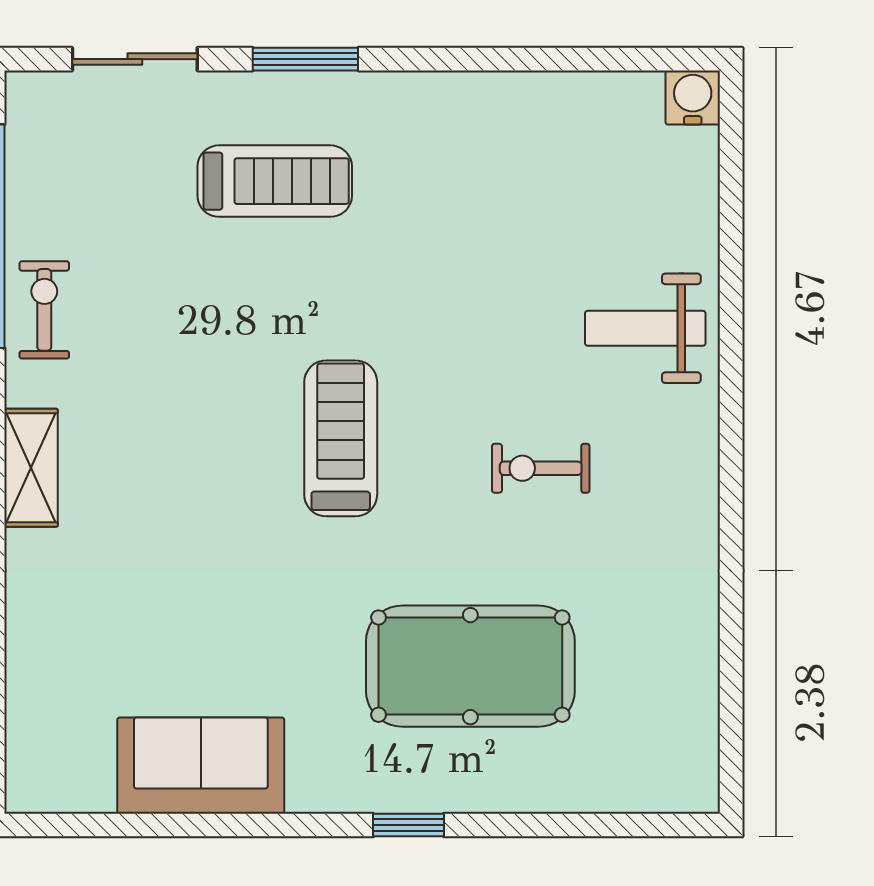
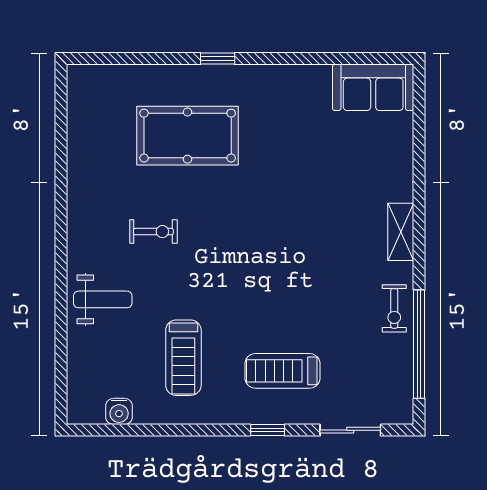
window: (305, 59) -> (268, 430), width x0.67
water cooler: (693, 97) -> (119, 411), moved
treadmill: (341, 438) -> (183, 358), moved
sofa: (201, 766) -> (373, 87), moved

